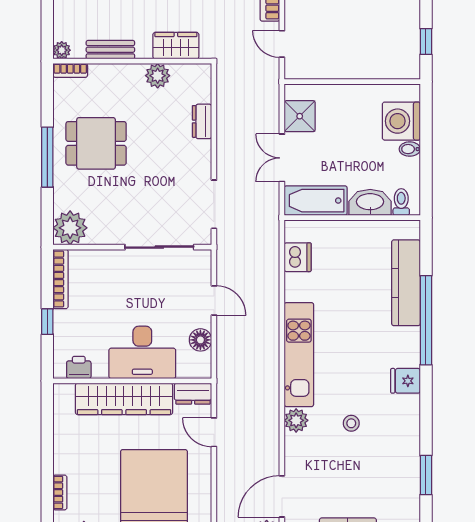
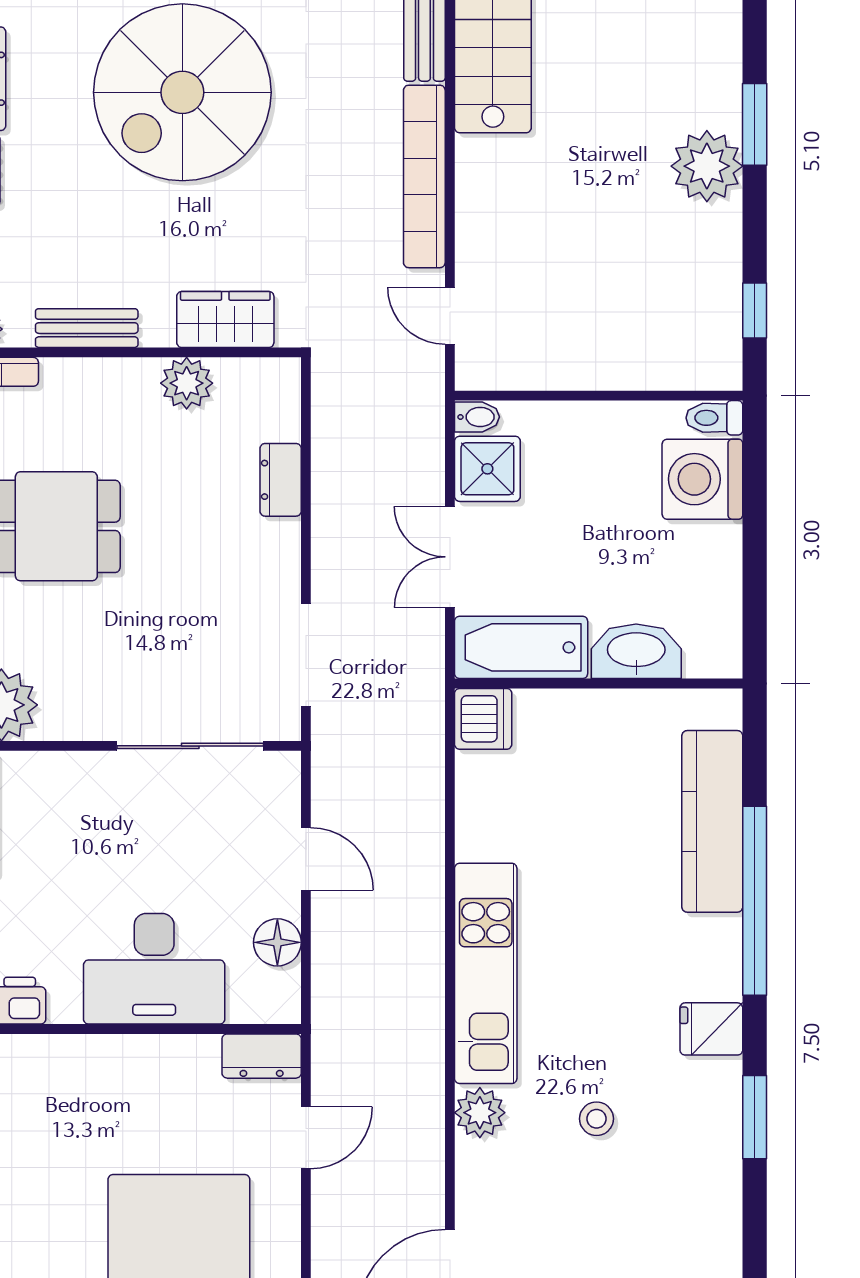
bidet: (410, 149) -> (477, 417), moved, turned 180
toilet: (401, 202) -> (714, 418), moved, turned -90
dishwasher: (298, 257) -> (483, 719), moved
wardrobe: (124, 399) -> (115, 1067), removed
door: (214, 432) -> (306, 1138), swing flipped
window: (426, 475) -> (755, 1117), moved

